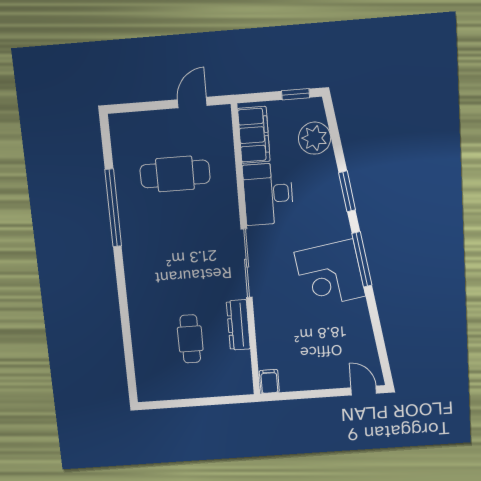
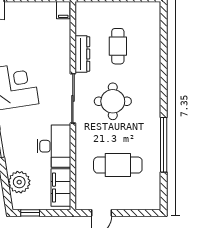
round table: (190, 263) -> (113, 101), added

